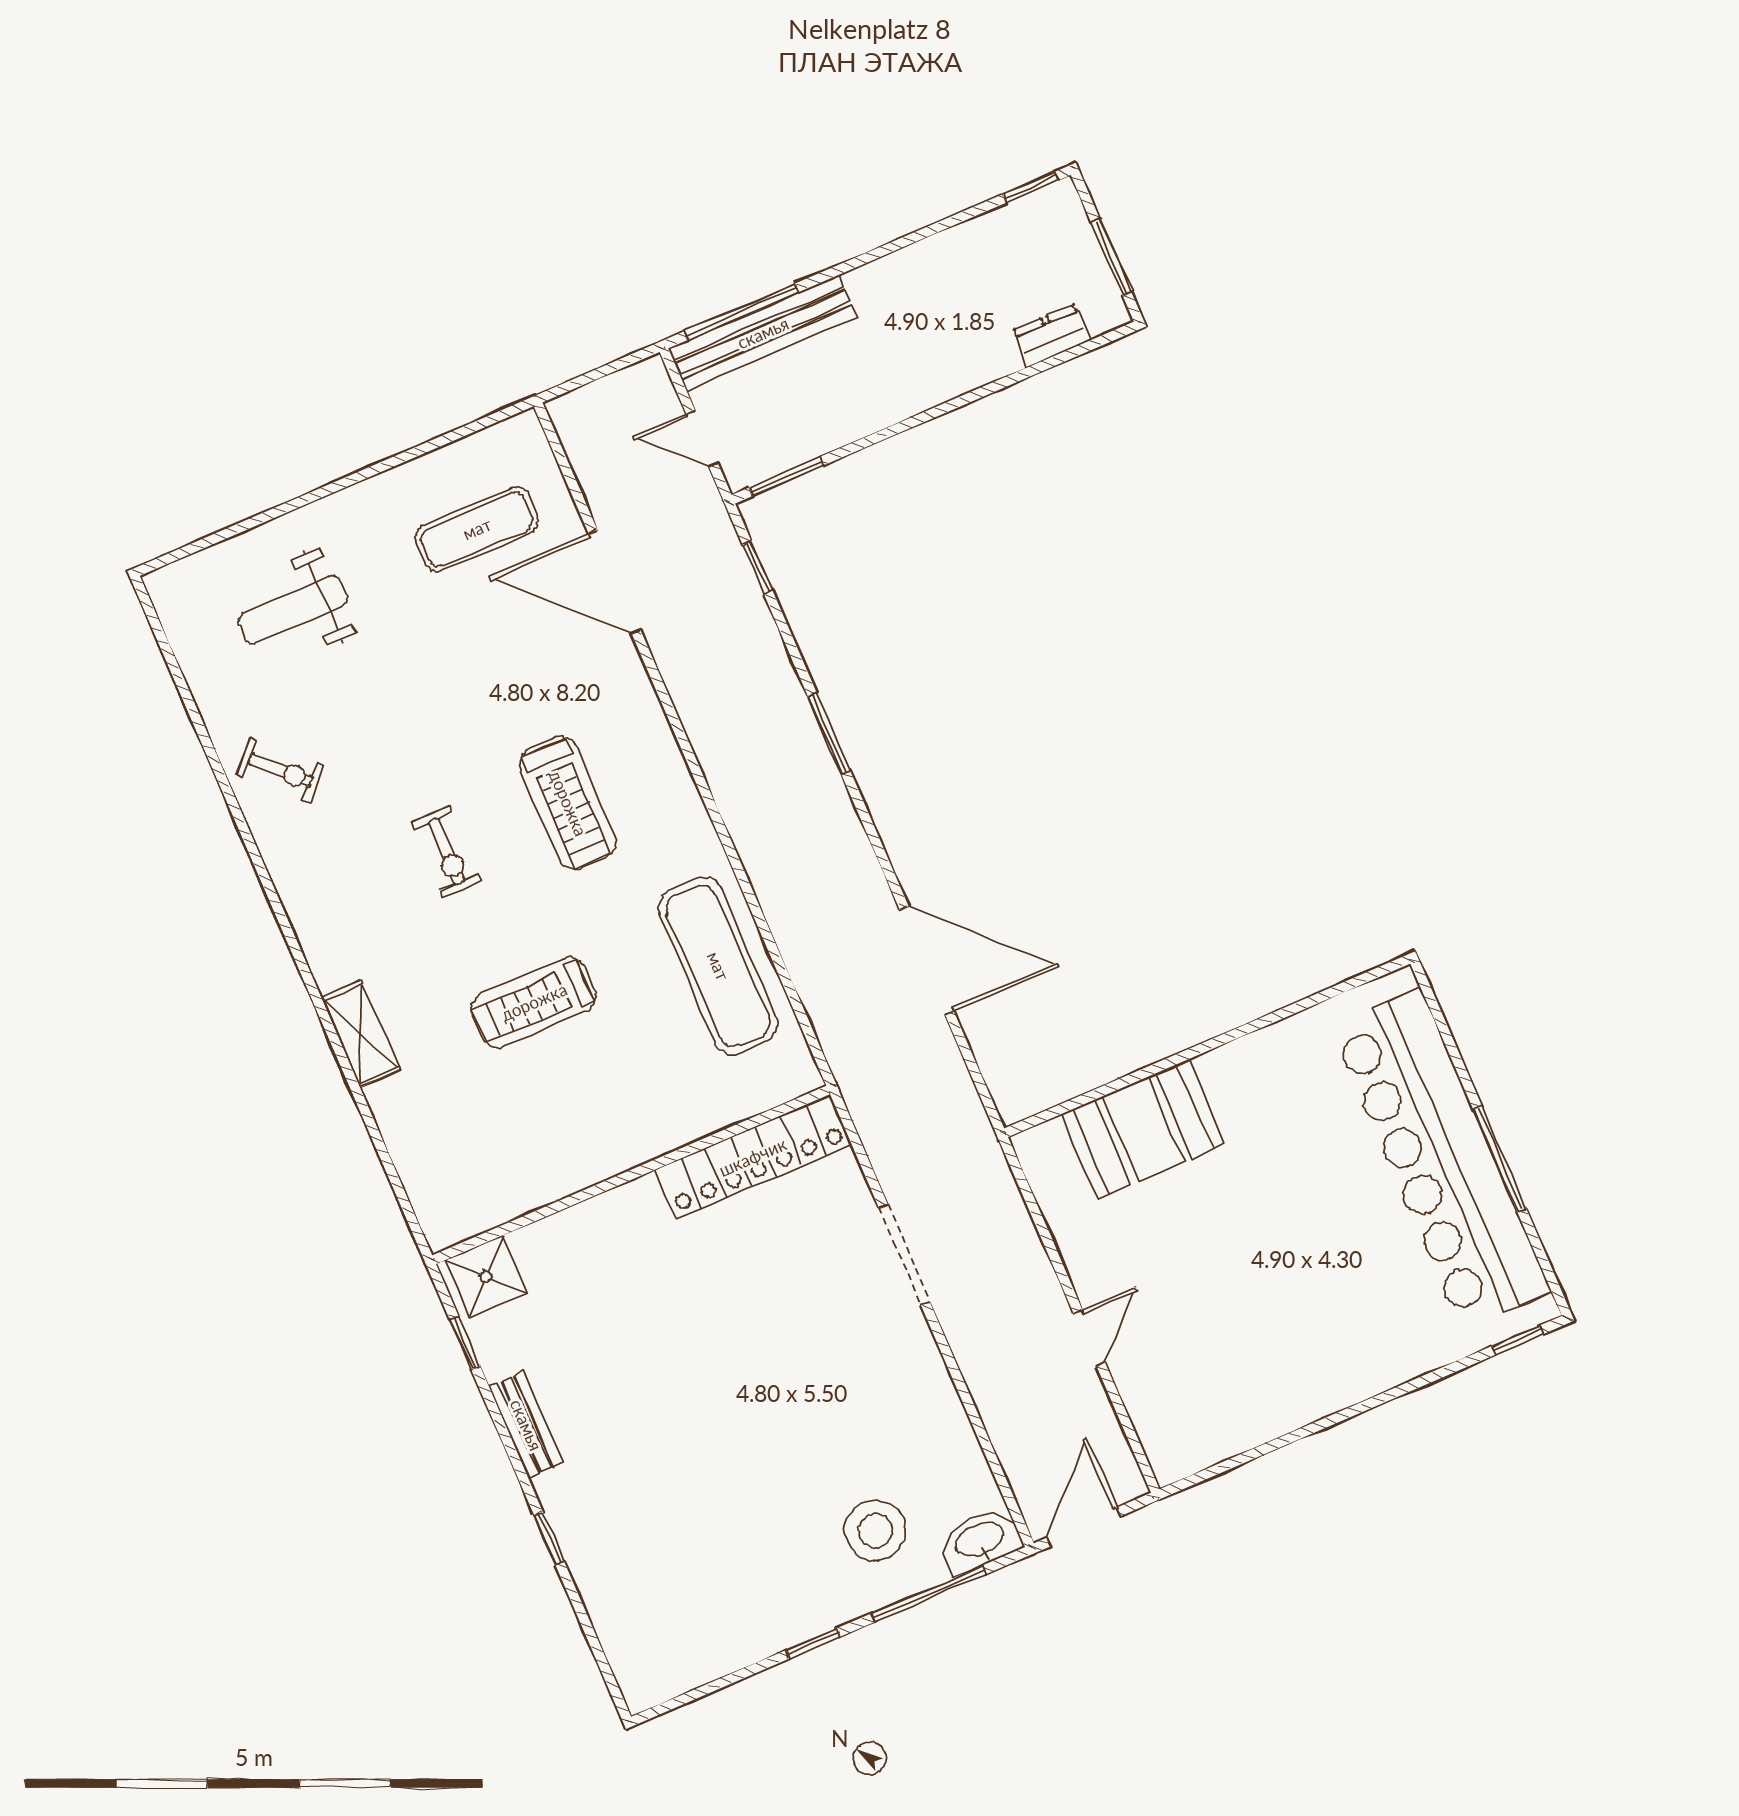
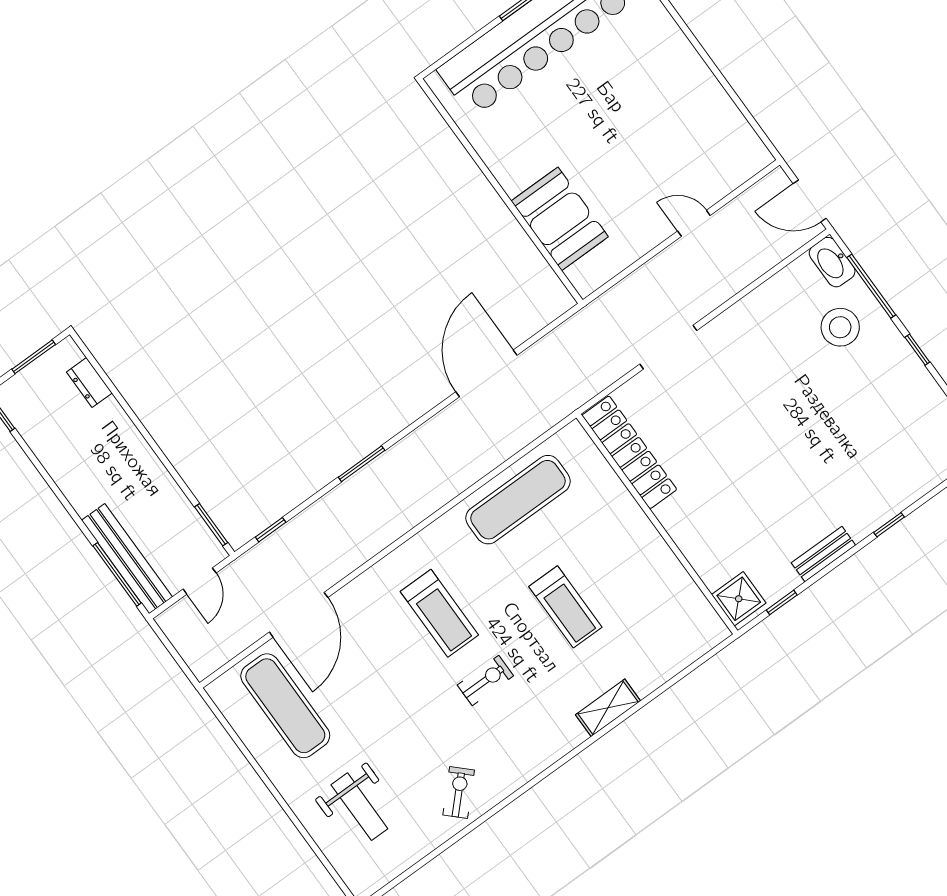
exercise mat: (477, 529) -> (285, 706), width x1.36, depth x1.45
treadmill: (568, 803) -> (439, 613), turned 90

